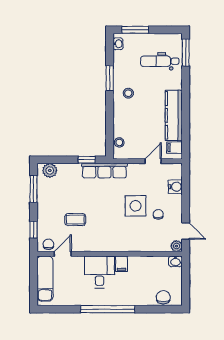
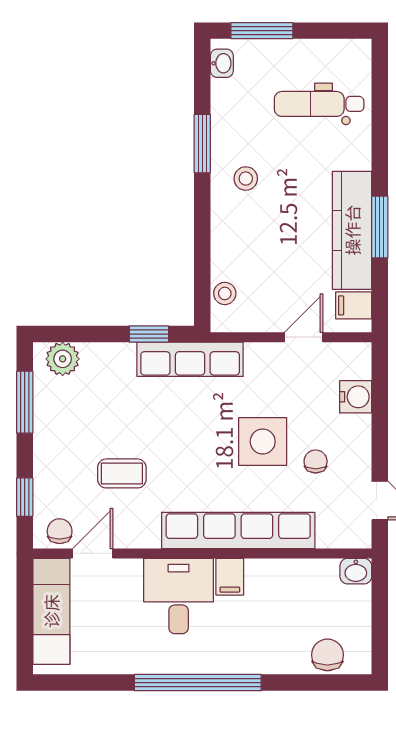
window: (186, 53) -> (380, 227), moved
row of seats: (125, 244) -> (238, 530), added
plant: (177, 246) -> (358, 535), removed

